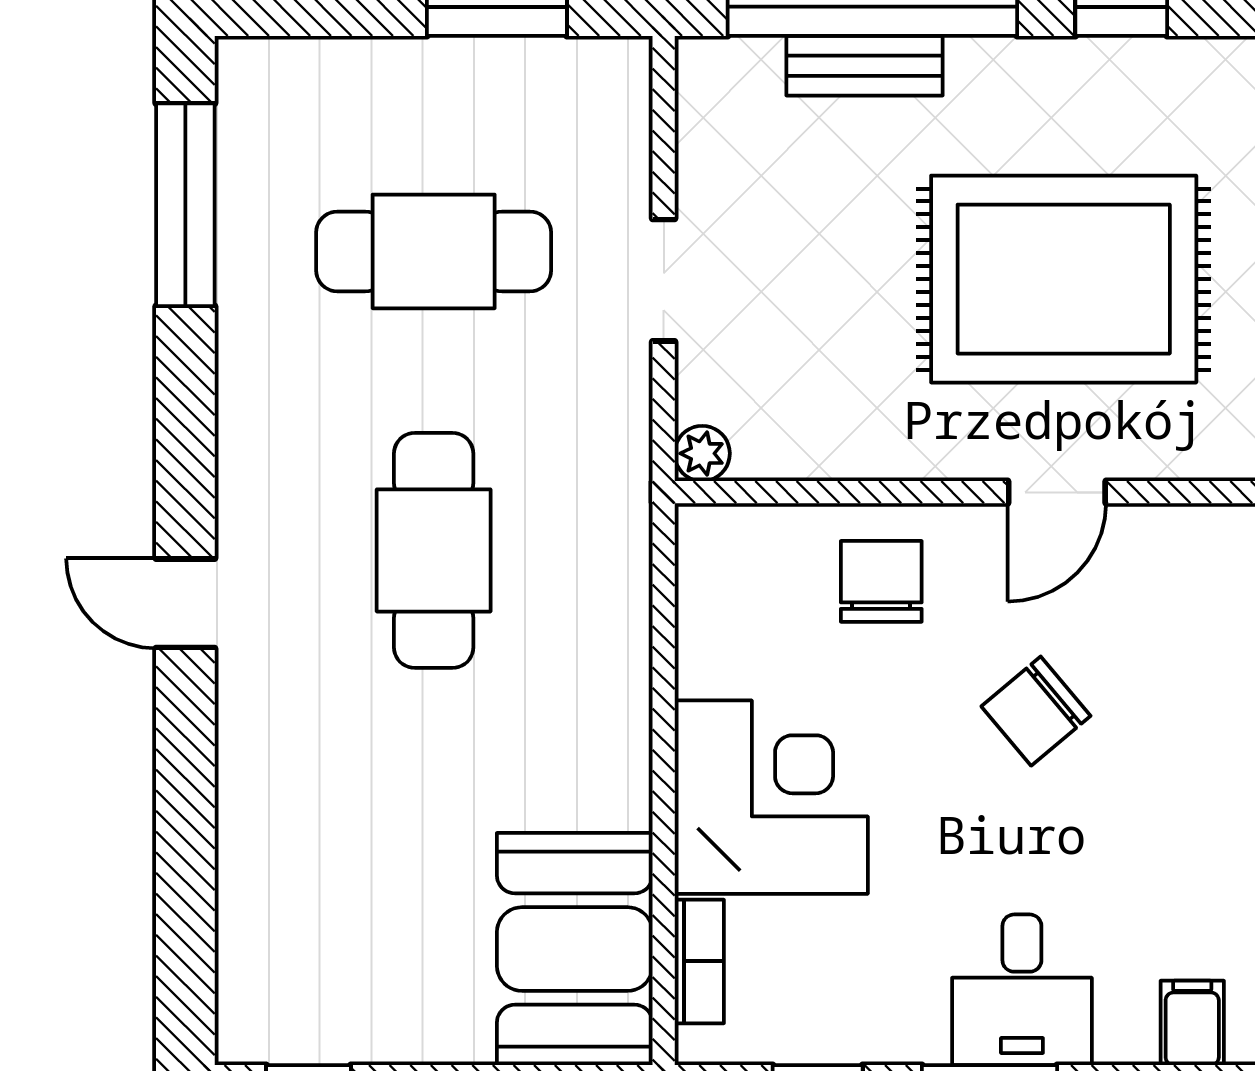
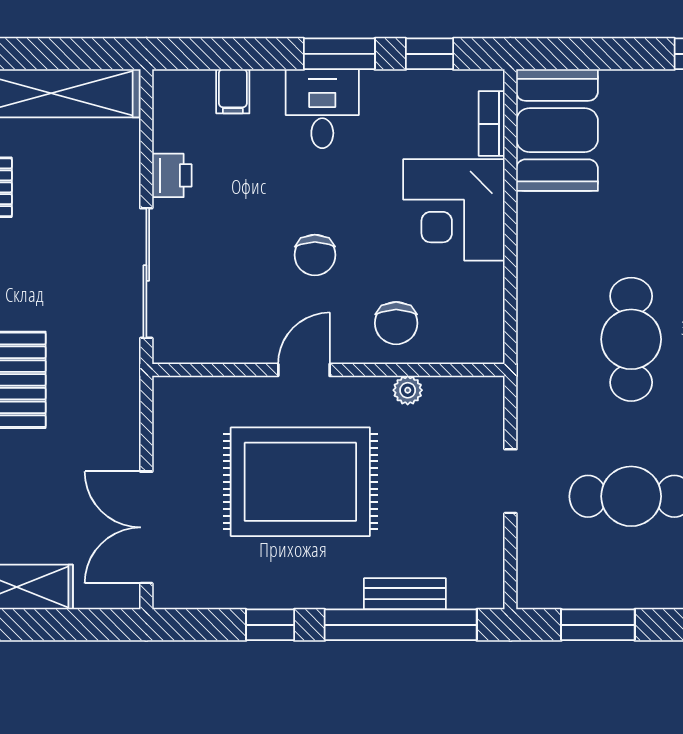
plant: (702, 453) -> (408, 390), moved
chair: (1036, 711) -> (315, 255), turned 130

